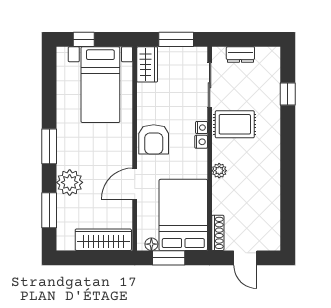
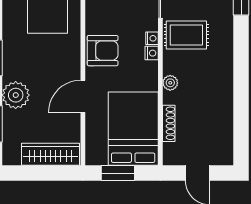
armchair: (154, 139) -> (103, 51), turned -90
shoe rack: (218, 233) -> (169, 123), moved
floor lamp: (151, 244) -> (100, 159), removed

